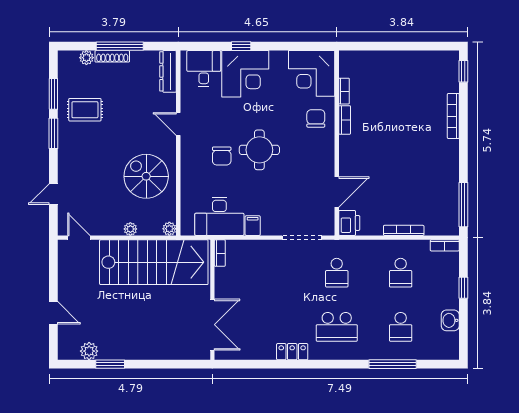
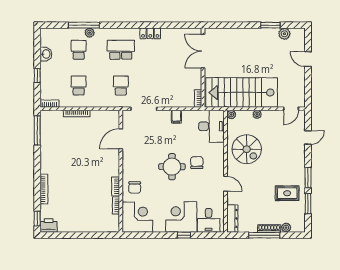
desk: (219, 216) -> (211, 126), moved, turned 90
printer: (349, 223) -> (49, 225), moved, turned 90
door: (79, 238) -> (291, 109), hinge flipped
plant: (384, 353) -> (90, 33), added

